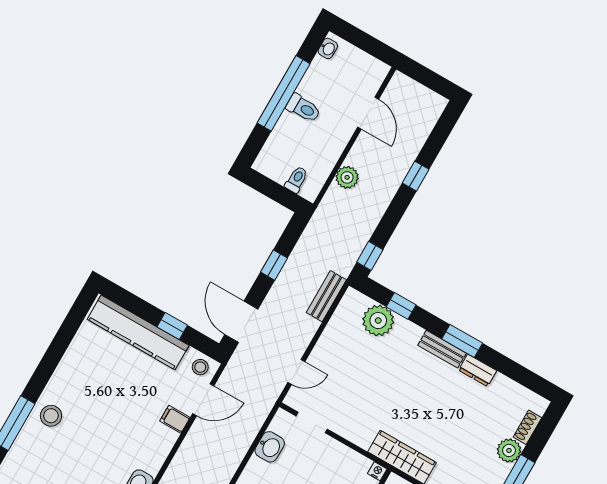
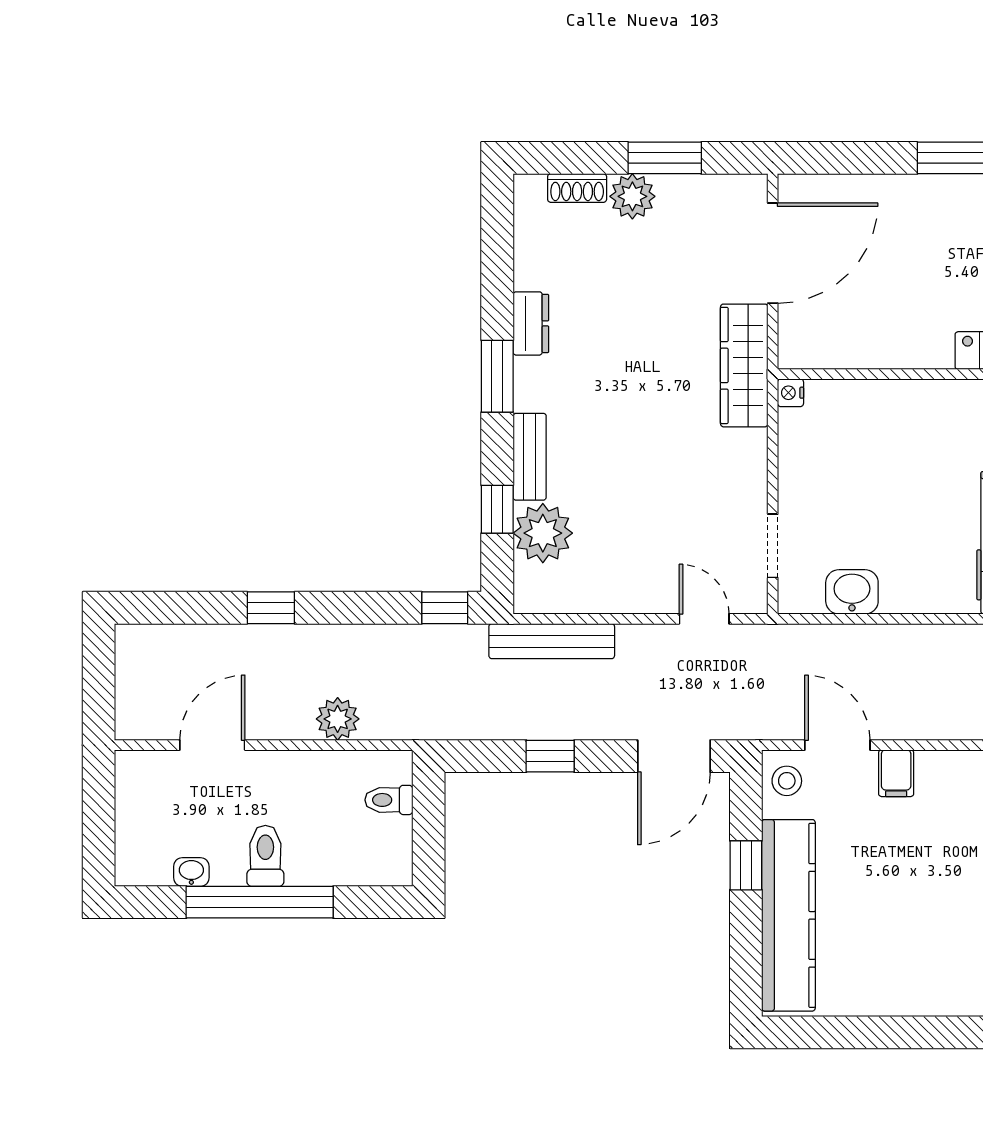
washbasin: (328, 48) -> (191, 872), moved
bench: (326, 296) -> (552, 641), width x1.36
bench: (442, 349) -> (530, 457), moved

